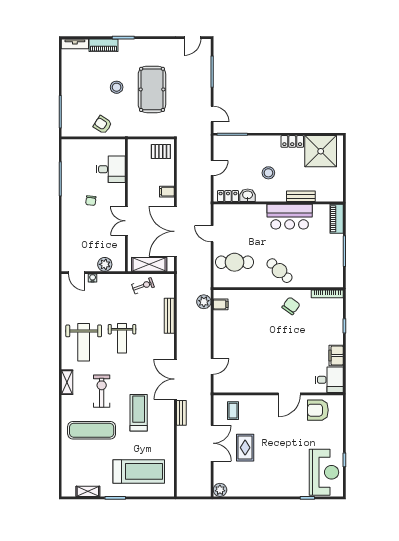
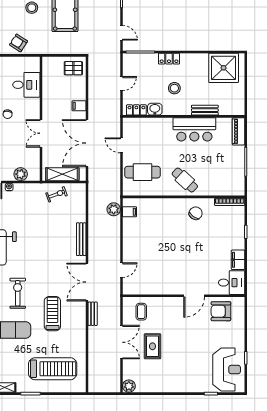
locker: (292, 141) -> (169, 59), moved
bench: (169, 316) -> (81, 239), moved
weight bench: (122, 338) -> (37, 244), removed

